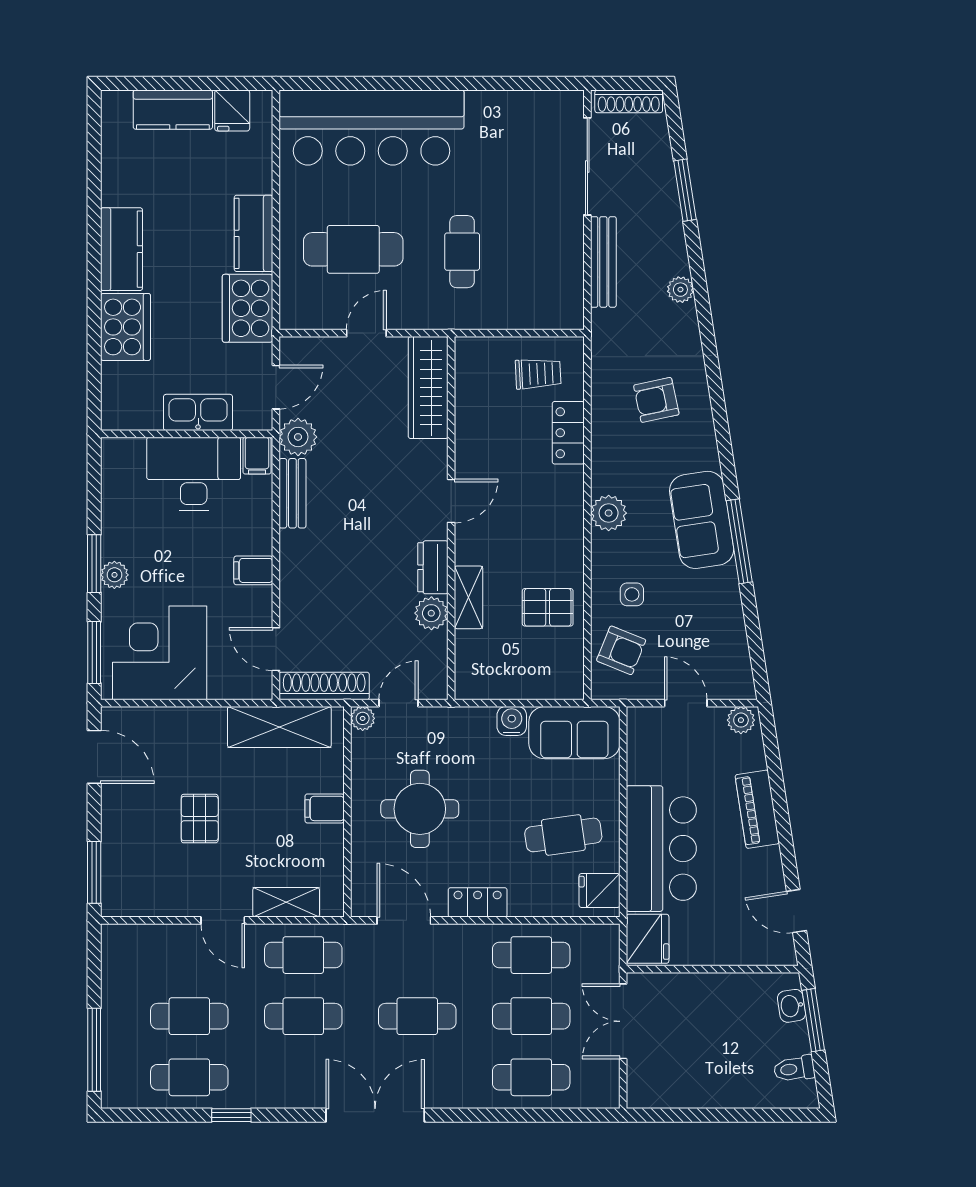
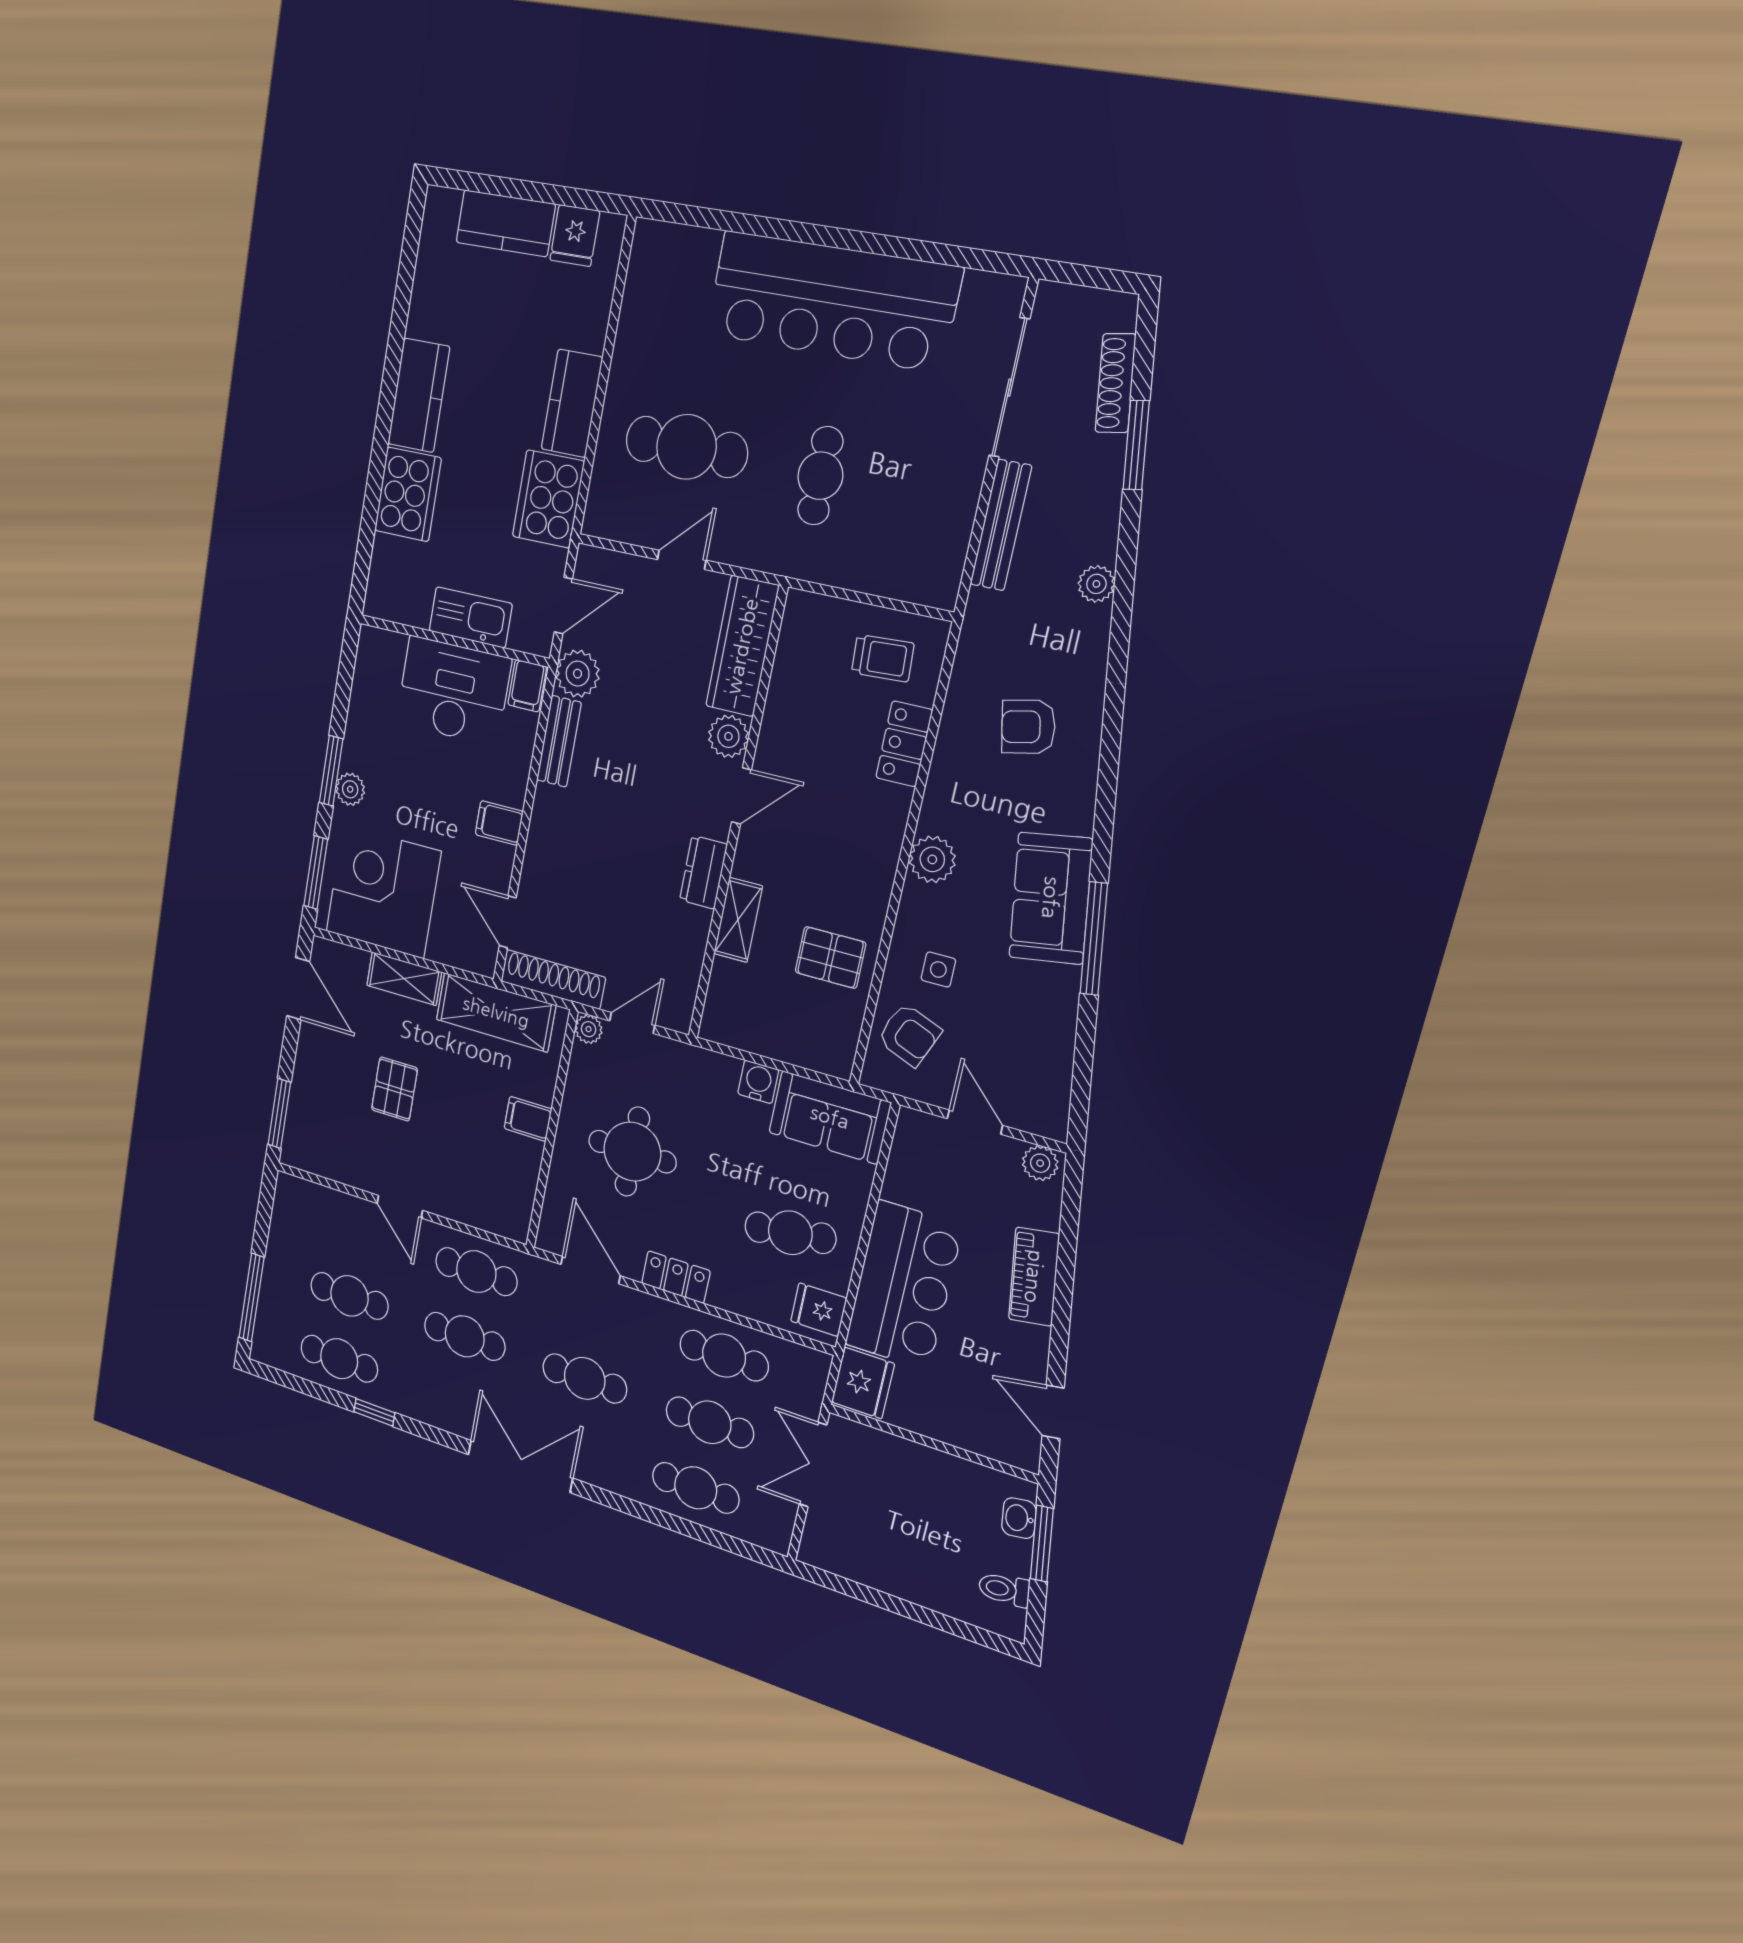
shoe rack: (629, 101) -> (1116, 383), moved, turned 81
bar counter: (372, 128) -> (832, 301), moved
plant: (431, 613) -> (728, 736), moved
shelving: (286, 902) -> (404, 979), moved

